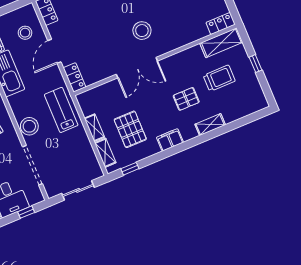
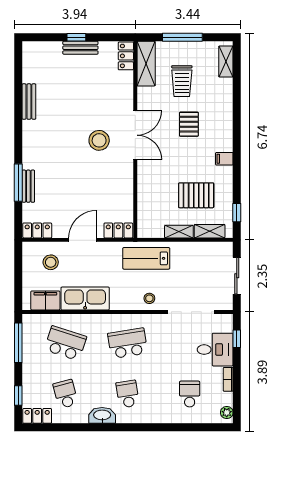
door: (54, 51) -> (83, 240), swing flipped
window: (255, 64) -> (182, 37), width x2.17
double door: (137, 68) -> (135, 135), moved
trolley: (219, 78) -> (182, 81), turned 180
shelving: (210, 125) -> (226, 61), moved
stool: (29, 126) -> (149, 298), width x0.53, depth x0.53
filing cabinet: (170, 140) -> (224, 159), width x0.50

